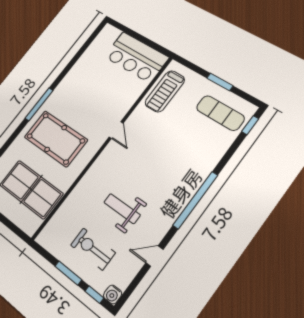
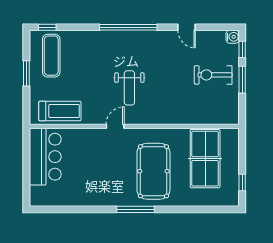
weight bench: (122, 209) -> (129, 88), moved
exercise bike: (93, 249) -> (213, 75), turned 90

